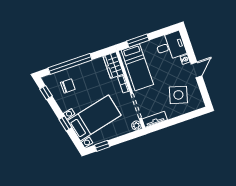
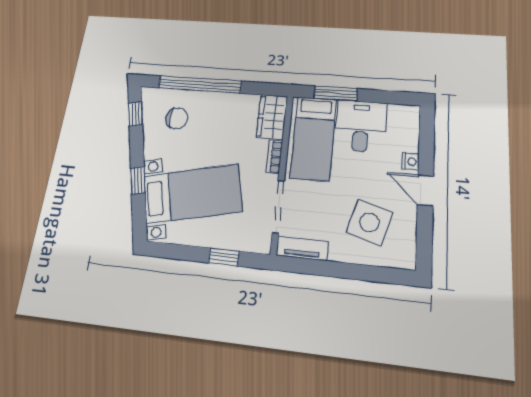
desk: (171, 46) -> (361, 126), moved, turned -90
door: (196, 70) -> (425, 190), swing flipped
plant: (136, 126) -> (262, 244), removed
window: (102, 146) -> (224, 257), moved

